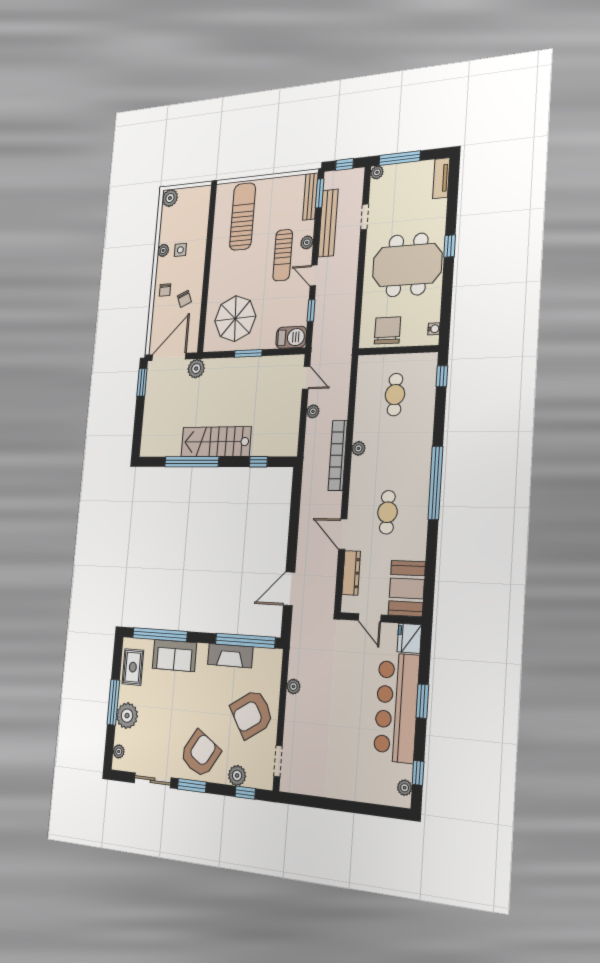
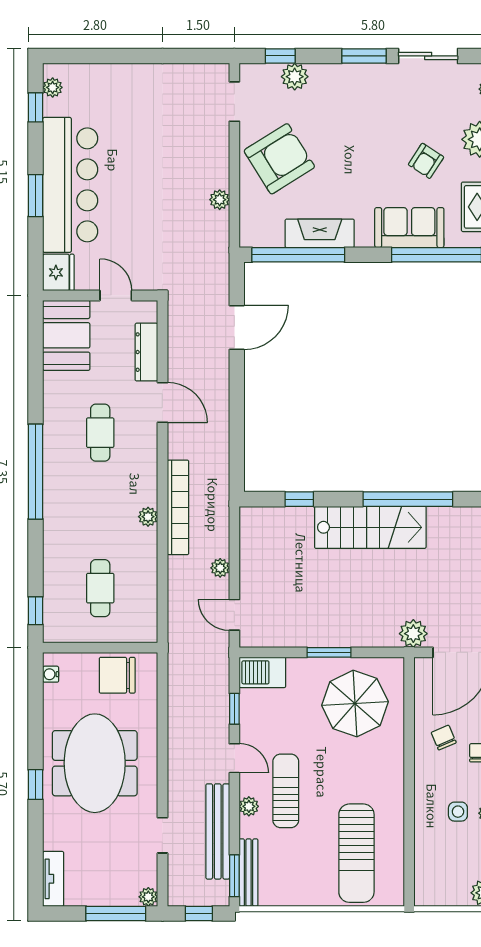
meeting table: (407, 265) -> (95, 763), turned 90
chair: (387, 330) -> (117, 675), turned 90
armchair: (200, 754) -> (426, 161), moved, width x0.53, depth x0.53

